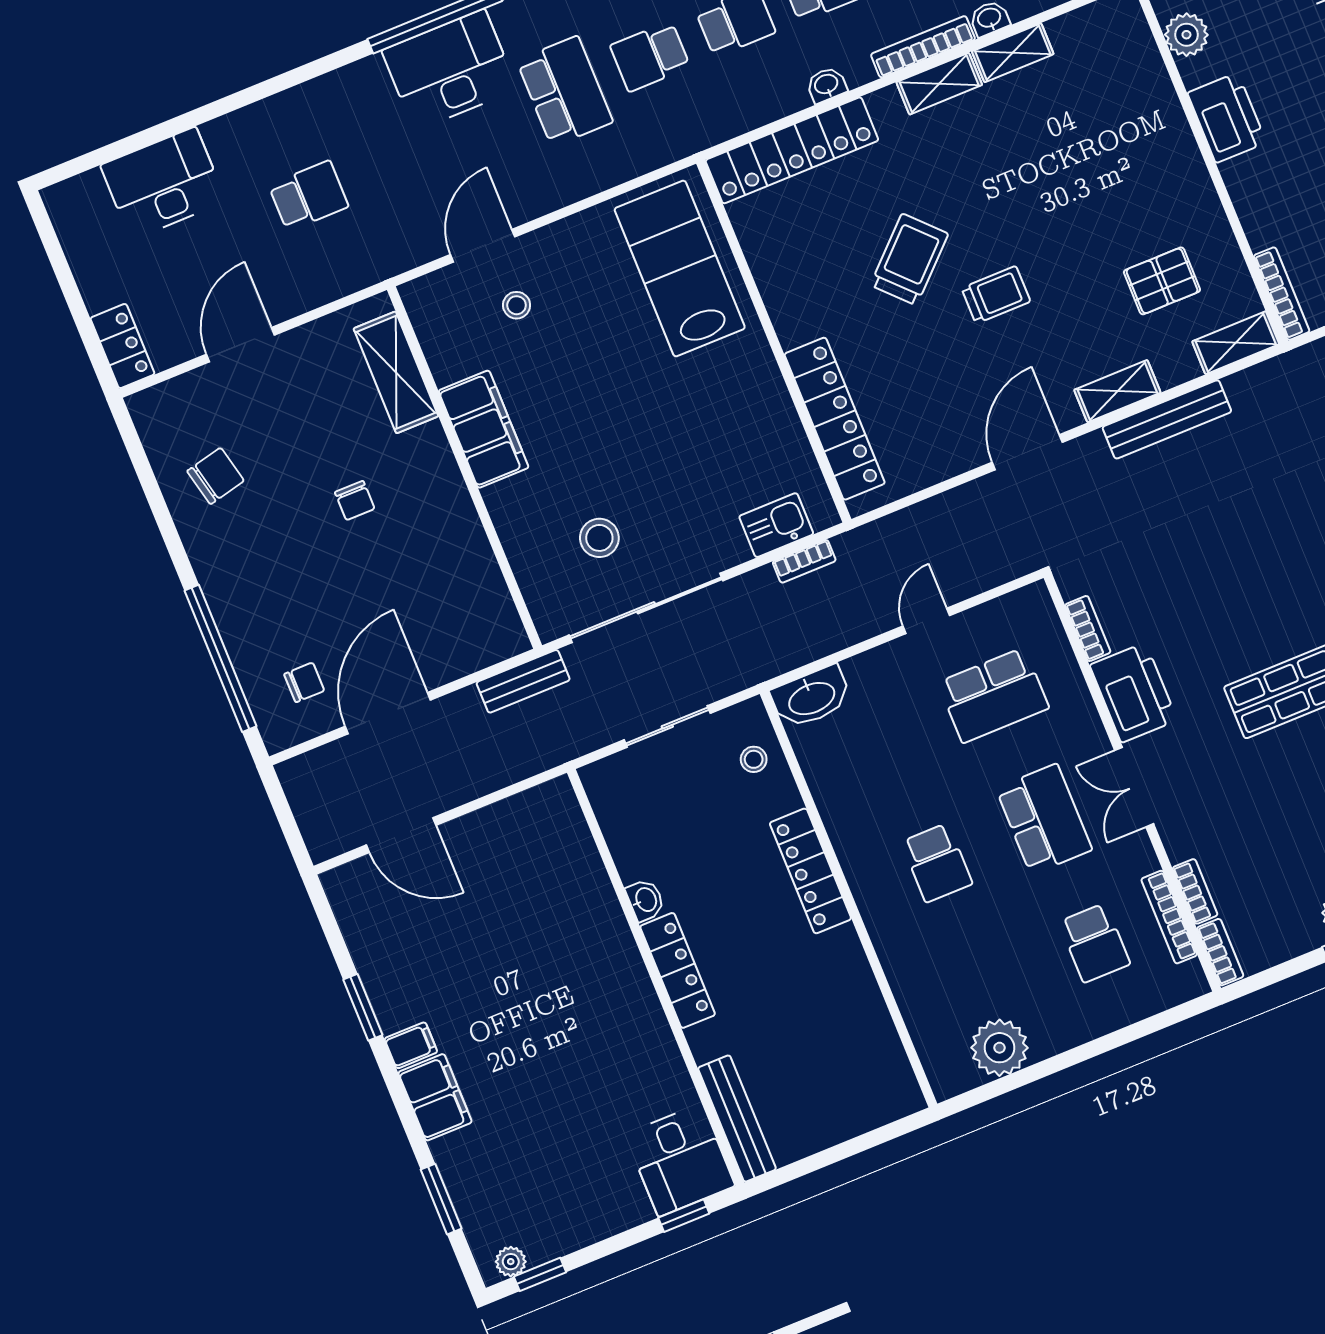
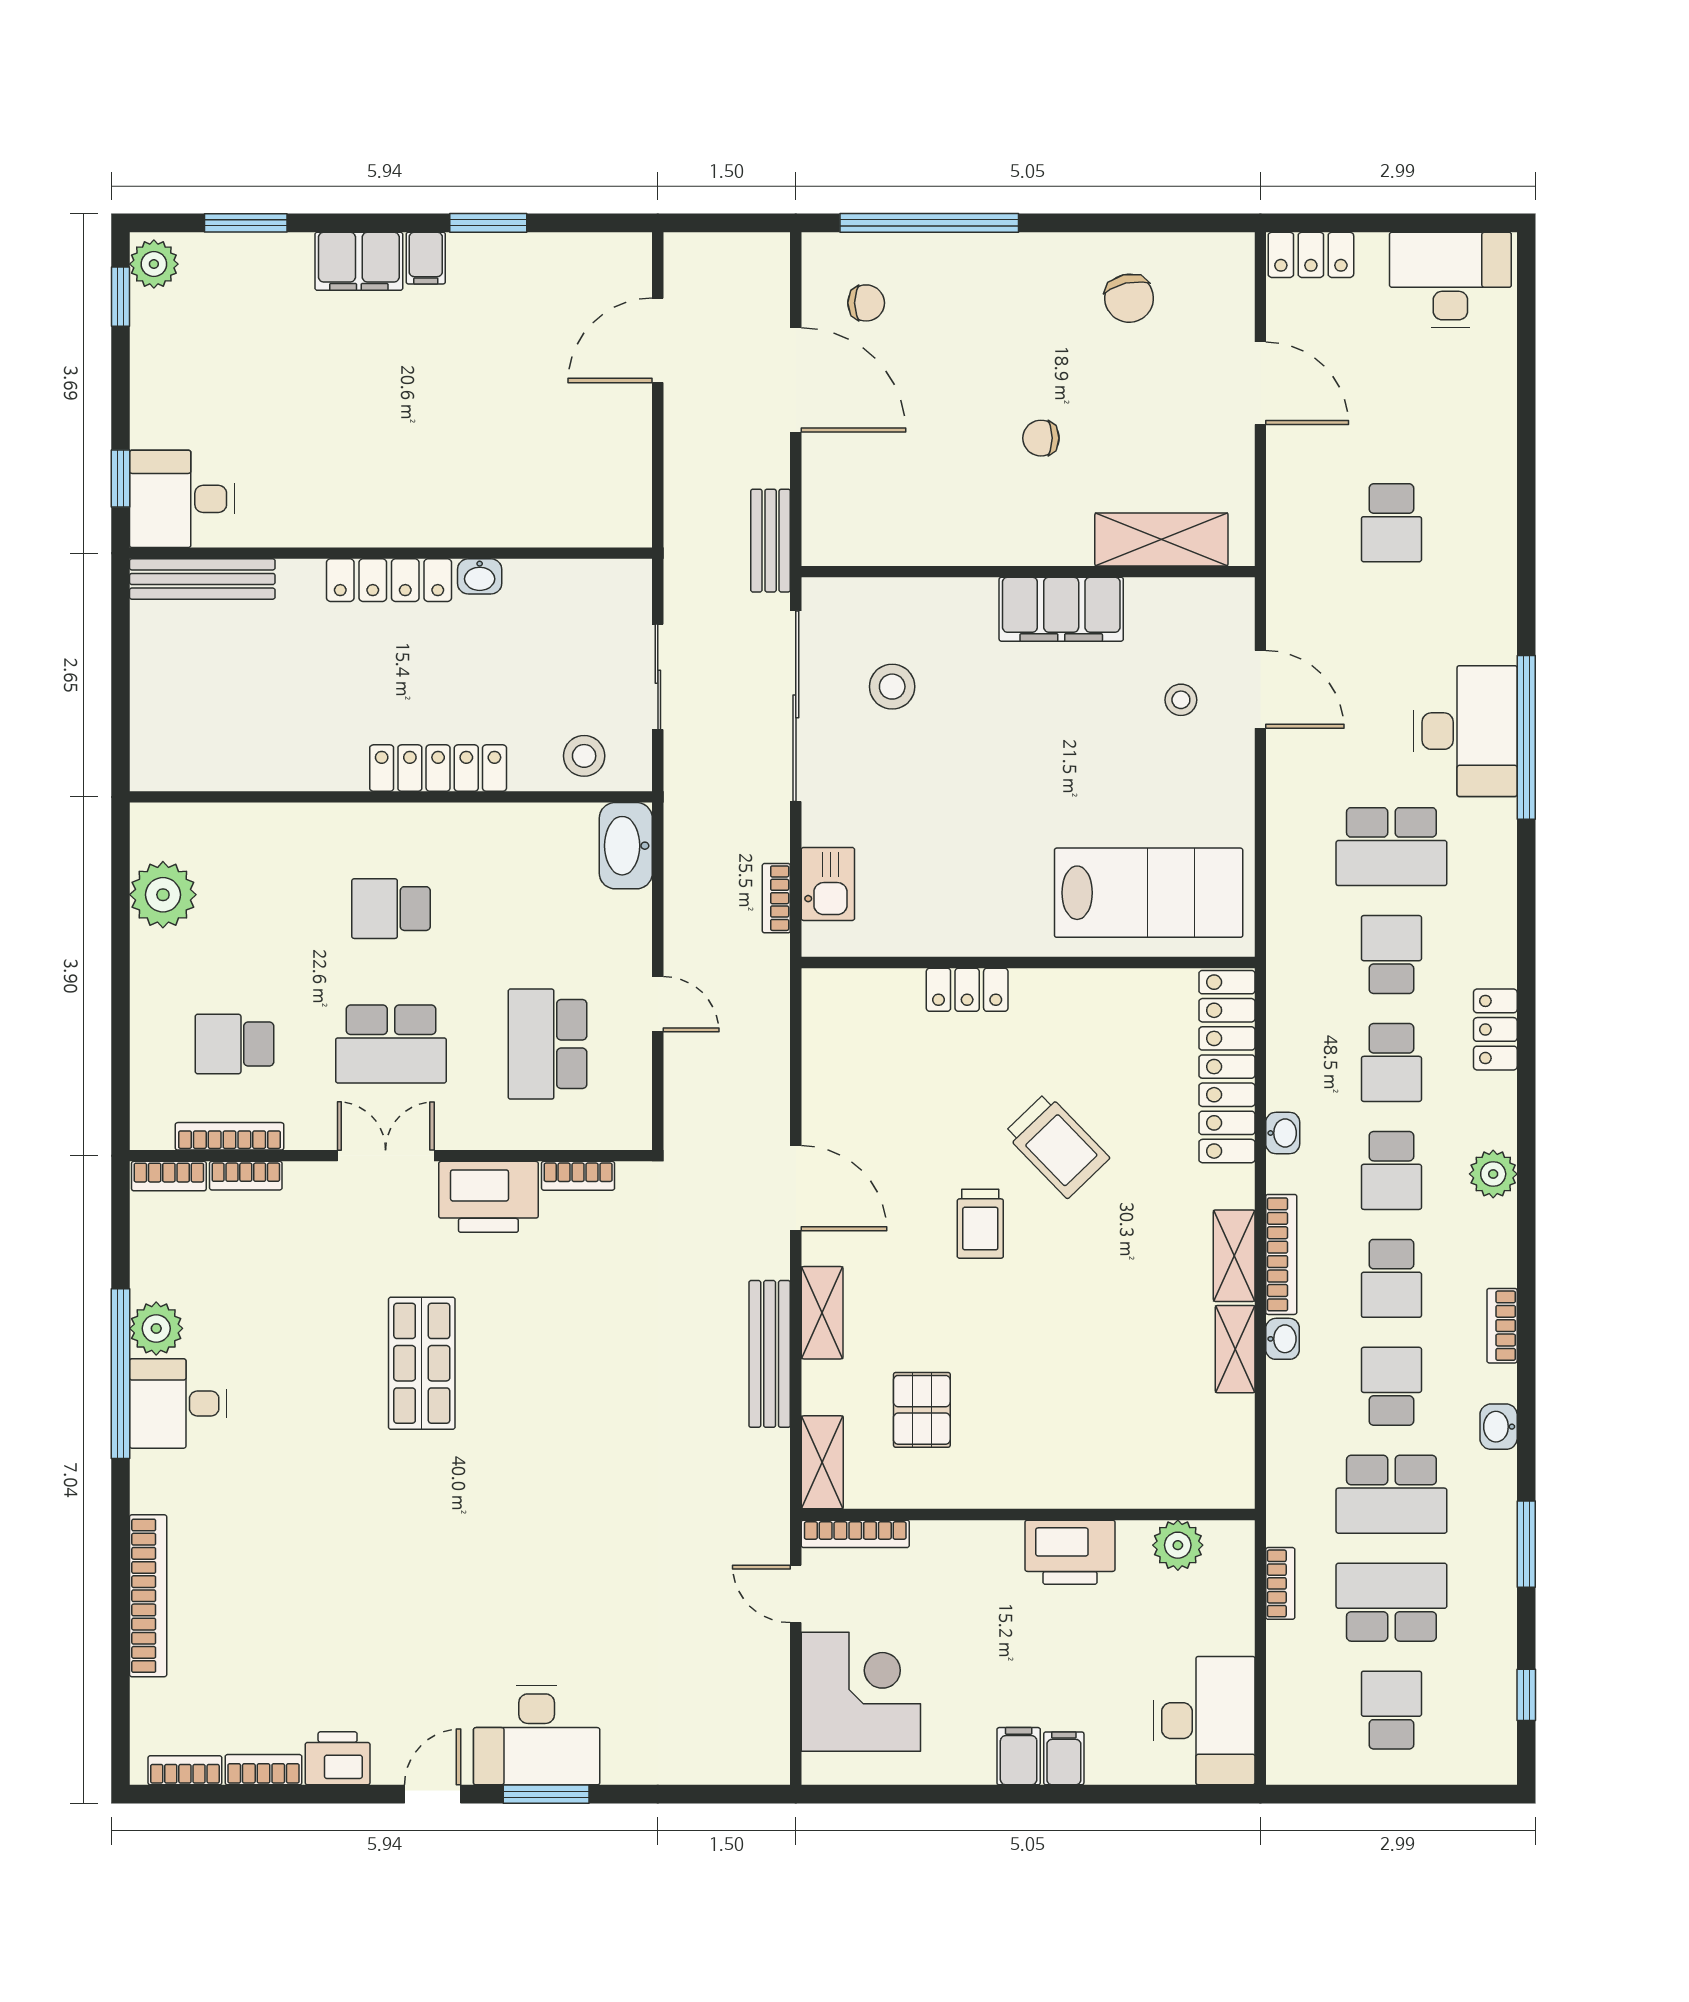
desk: (163, 183) -> (1450, 280), moved, turned -90
locker: (835, 419) -> (967, 990), width x0.46, depth x0.83
chair: (304, 682) -> (866, 303), turned -90
stool: (754, 759) -> (584, 756), width x1.37, depth x1.37
plant: (511, 1262) -> (154, 264), width x1.38, depth x1.38

